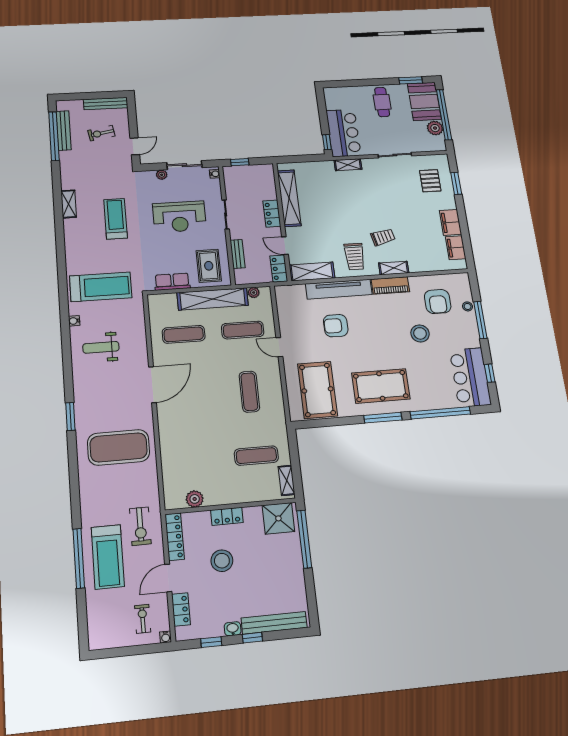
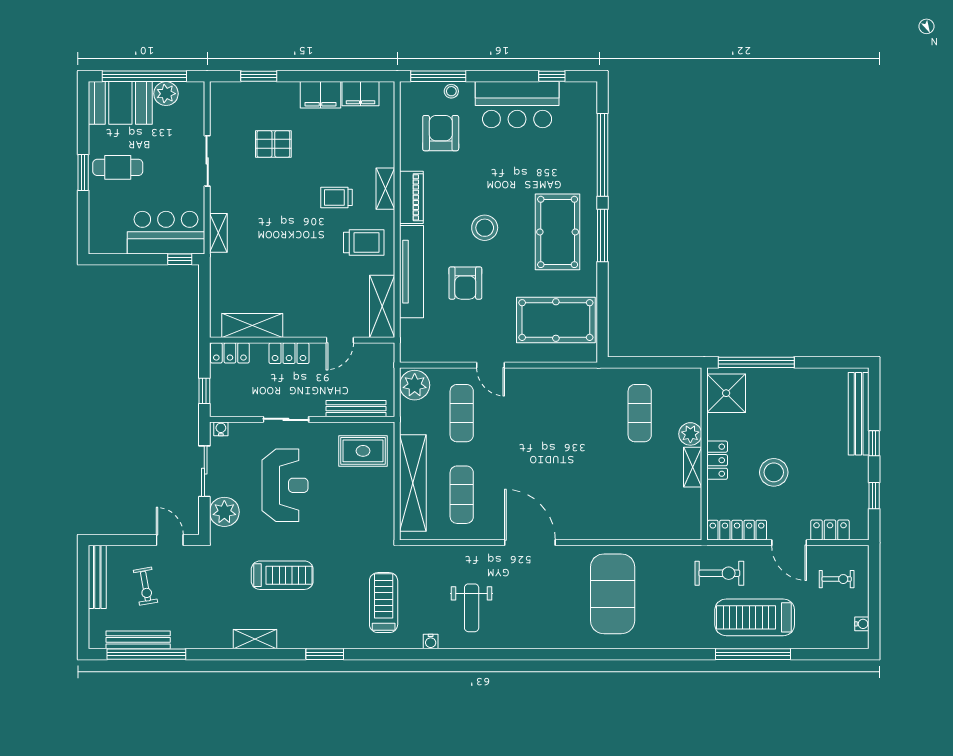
window: (411, 80) -> (83, 173), moved
plant: (162, 175) -> (224, 512), width x1.88, depth x1.88
pallet: (430, 181) -> (273, 144), moved
shelving: (289, 198) -> (252, 325), width x0.68
treadmill: (116, 219) -> (282, 575), turned 180
trolley: (383, 237) -> (337, 197), turned -77
bench: (238, 254) -> (356, 409), width x1.36
locker: (279, 269) -> (230, 353), moved
row of seats: (172, 282) -> (383, 504), removed
treadmill: (101, 287) -> (384, 603), width x0.73, depth x0.73
plant: (254, 293) -> (415, 385), width x1.88, depth x1.88
shelving: (213, 299) -> (413, 483), moved
armchair: (438, 302) -> (441, 133), turned -90
window: (480, 320) -> (438, 76), moved
stool: (420, 333) -> (485, 228), moved
door: (279, 347) -> (491, 365), hinge flipped
bar counter: (470, 377) -> (517, 105), moved
exercise mat: (249, 392) -> (551, 413), removed
window: (70, 416) -> (325, 654), moved
shelving: (287, 480) -> (693, 467), moved, turned 90
plant: (195, 499) -> (690, 434), moved
treadmill: (108, 557) -> (755, 617), turned 180
exercise bike: (143, 619) -> (837, 579), turned 180
washbasin: (233, 629) -> (861, 467), removed
water cooler: (166, 637) -> (862, 624), moved

